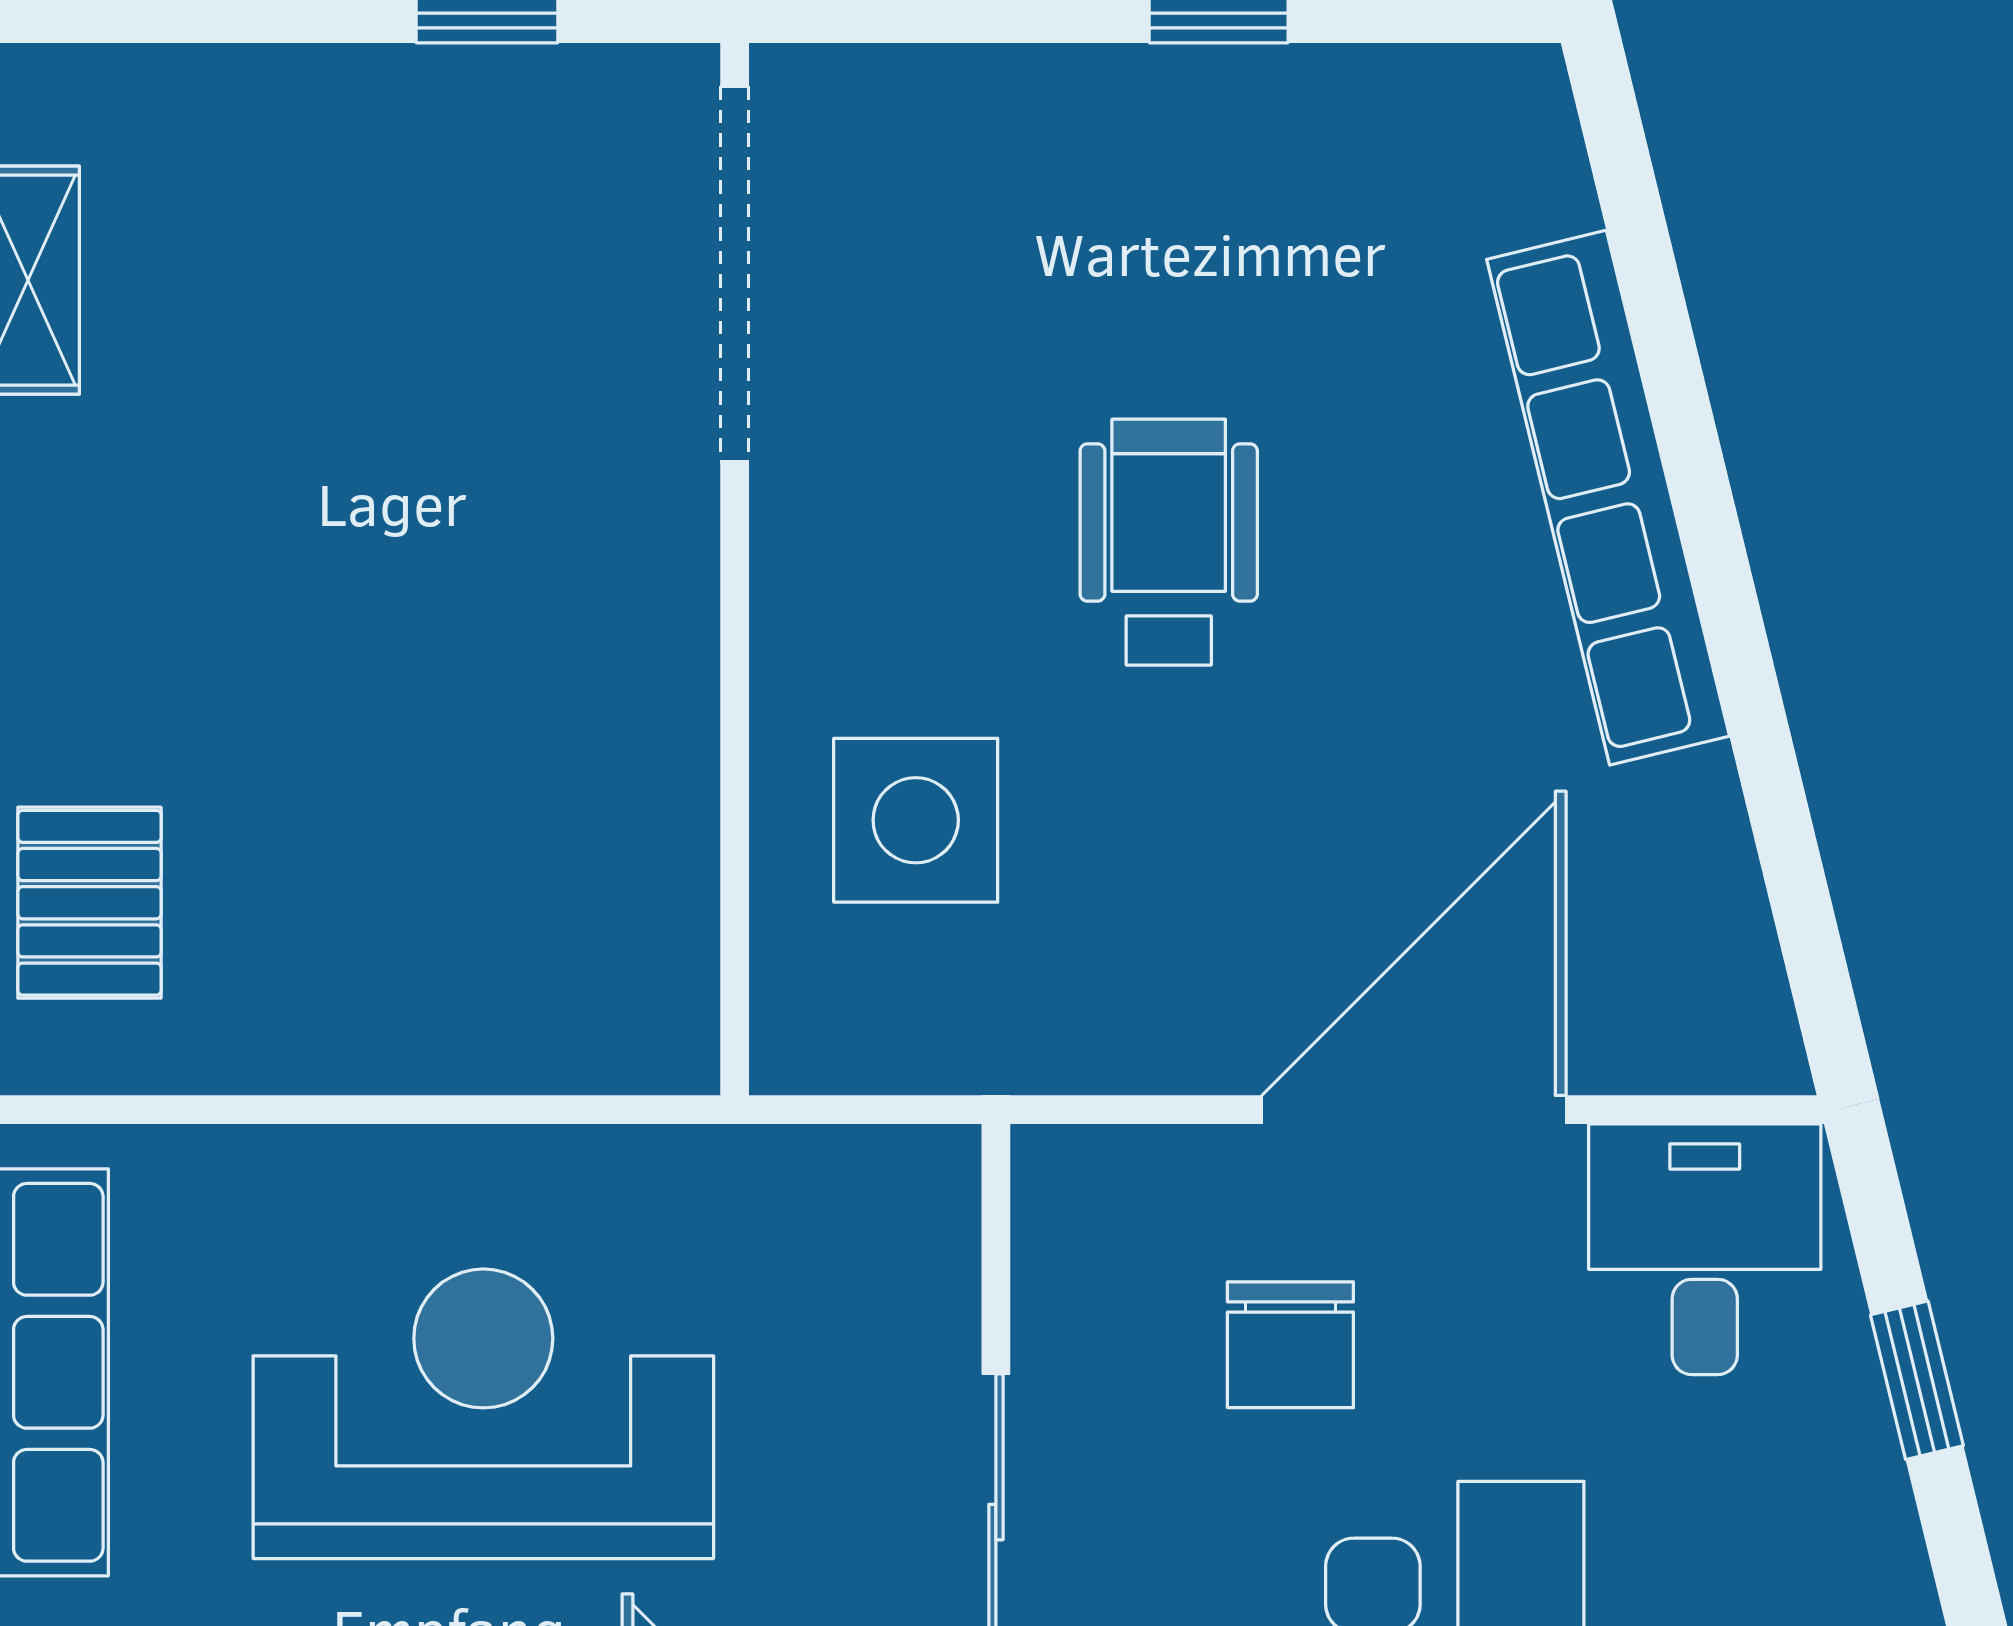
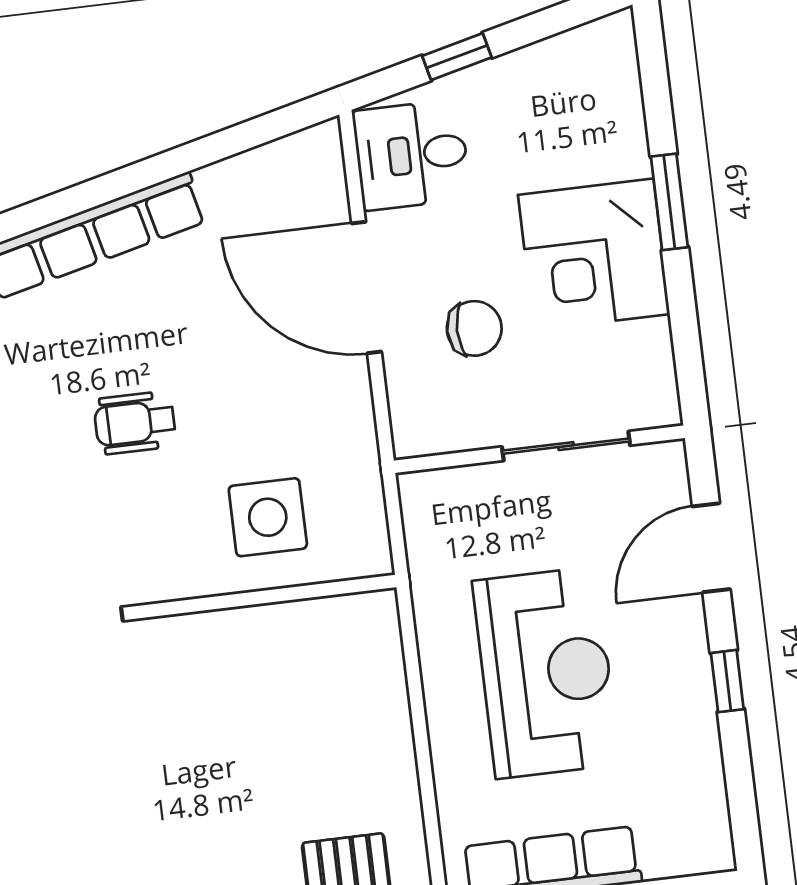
wheelchair: (1169, 542) -> (135, 423), width x0.73, depth x0.73
reception desk: (483, 1414) -> (546, 673), turned 180

